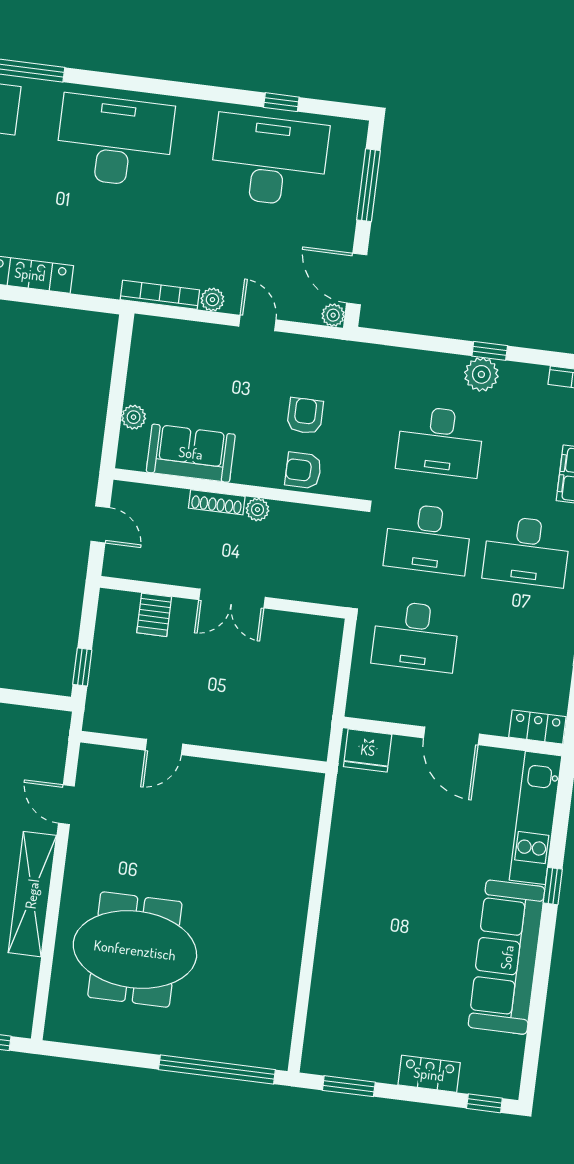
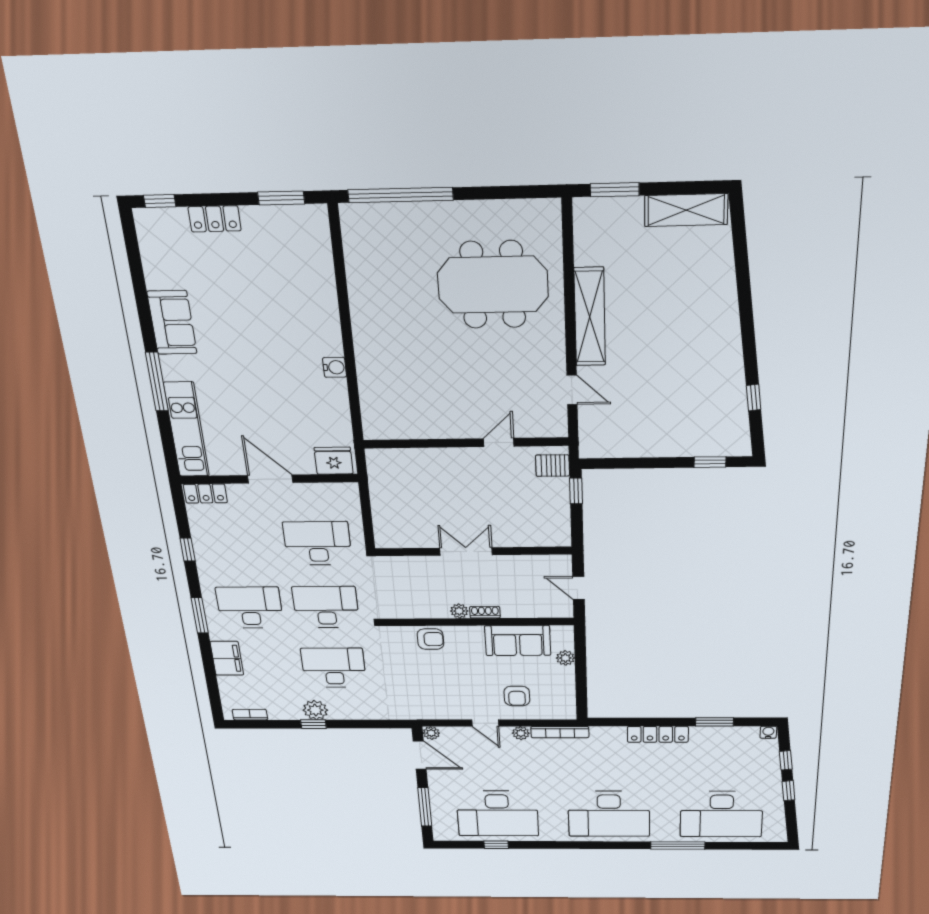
armchair: (305, 416) -> (517, 696), moved
shoe rack: (217, 502) -> (485, 612), width x0.70
server rack: (154, 615) -> (553, 466), moved, turned -90
water cooler: (338, 874) -> (335, 367), added
window: (553, 886) -> (157, 382), width x2.17
sofa: (507, 957) -> (172, 323), width x0.54, depth x0.79

